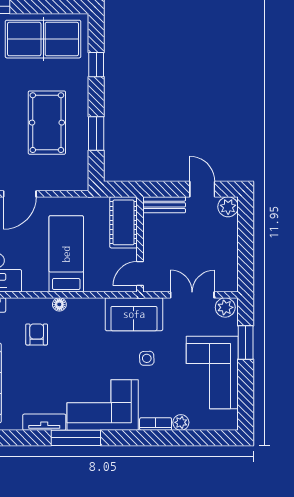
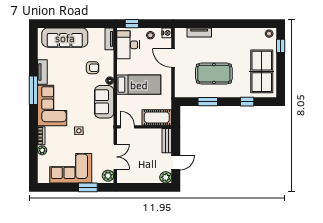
sofa: (134, 314) -> (104, 102), moved

